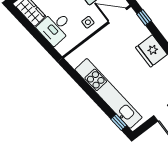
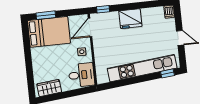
desk: (55, 27) -> (81, 75), moved, turned -84

